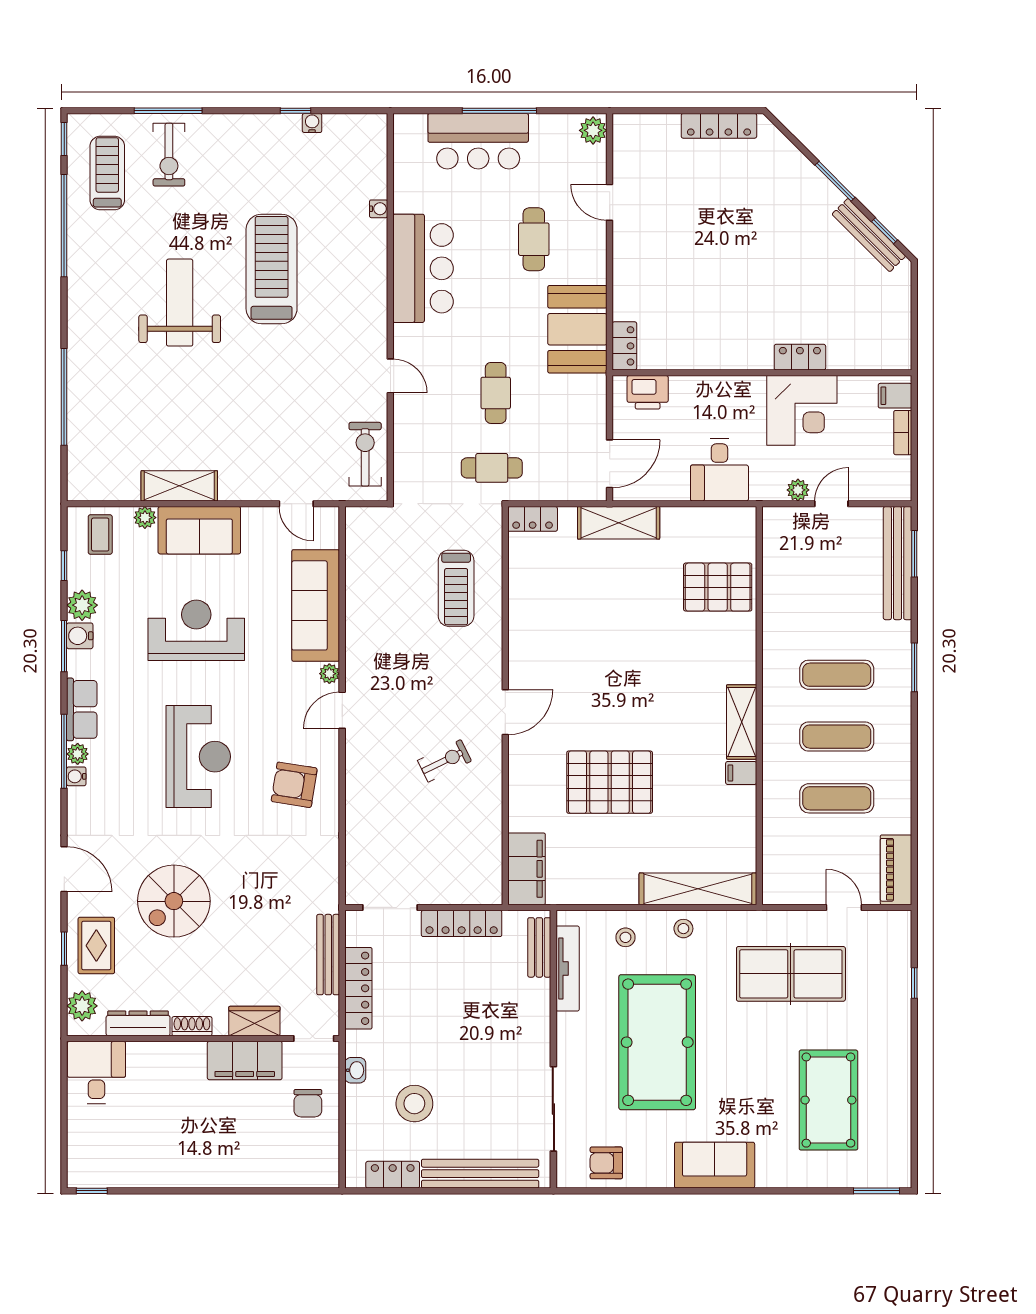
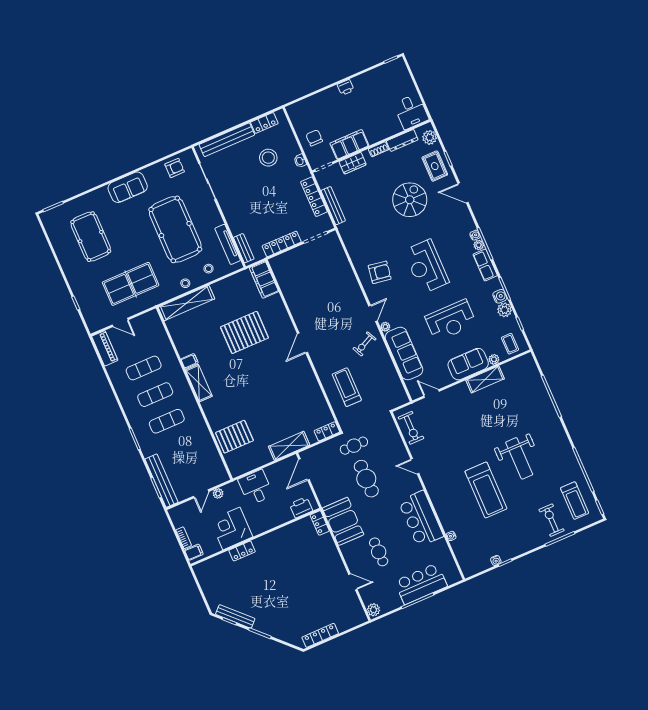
cafe table: (496, 393) -> (366, 479), width x1.37, depth x1.35
exercise bike: (445, 761) -> (364, 344), moved
printer: (204, 1175) -> (346, 87), added

